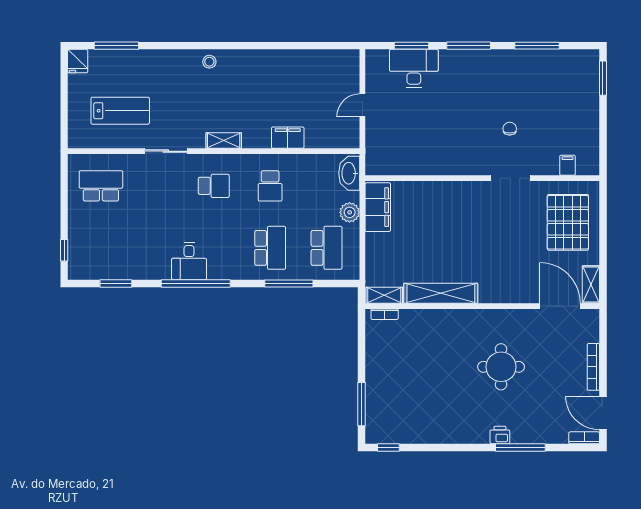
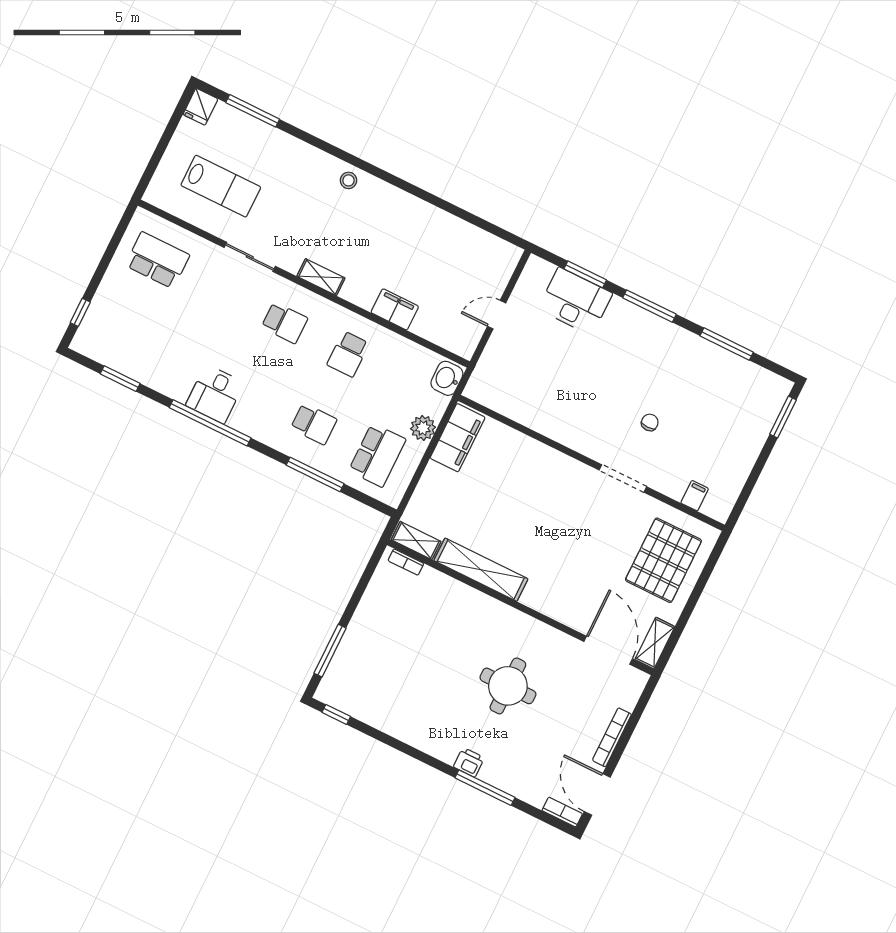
washbasin: (349, 173) -> (447, 378), width x0.72
school desk: (270, 248) -> (314, 424), width x0.54

